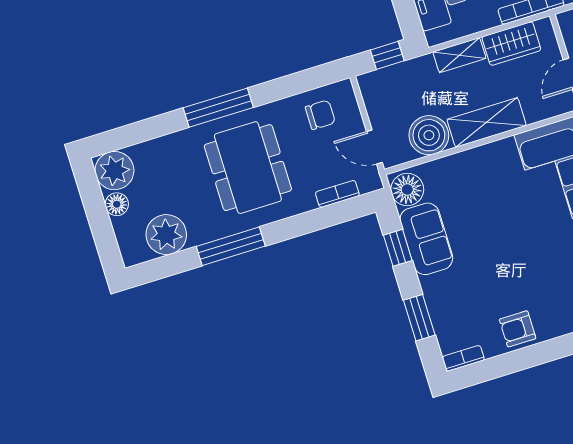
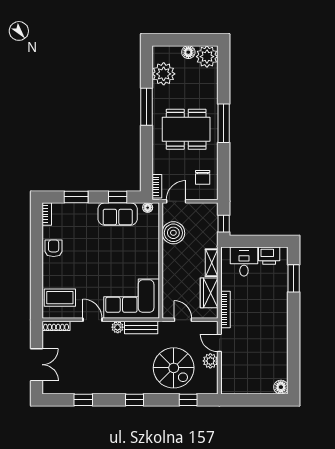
shelving: (487, 122) -> (171, 266), removed
floor lamp: (407, 189) -> (148, 208), width x0.53, depth x0.53
bookcase: (337, 194) -> (157, 186), moved

